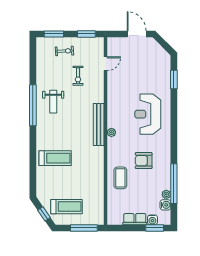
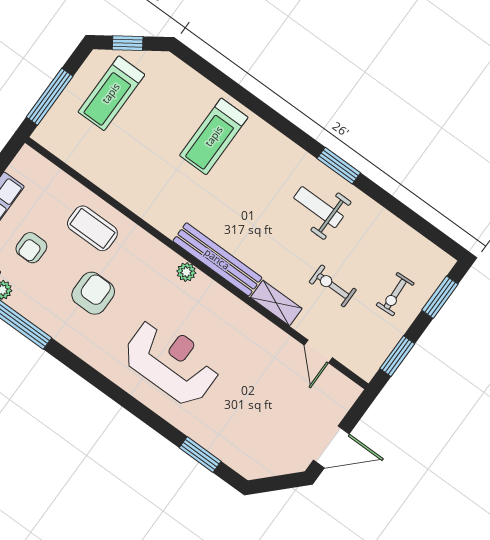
shelving: (99, 92) -> (276, 303), added
window: (33, 105) -> (339, 166), width x0.47
armchair: (143, 195) -> (31, 248), added

